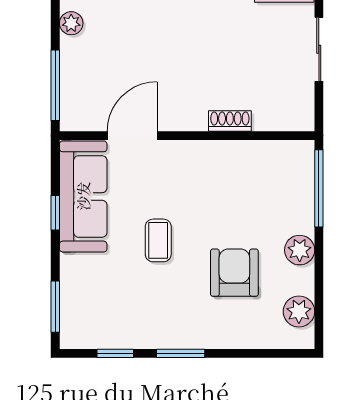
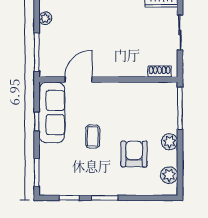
shoe rack: (230, 121) -> (160, 72), moved

